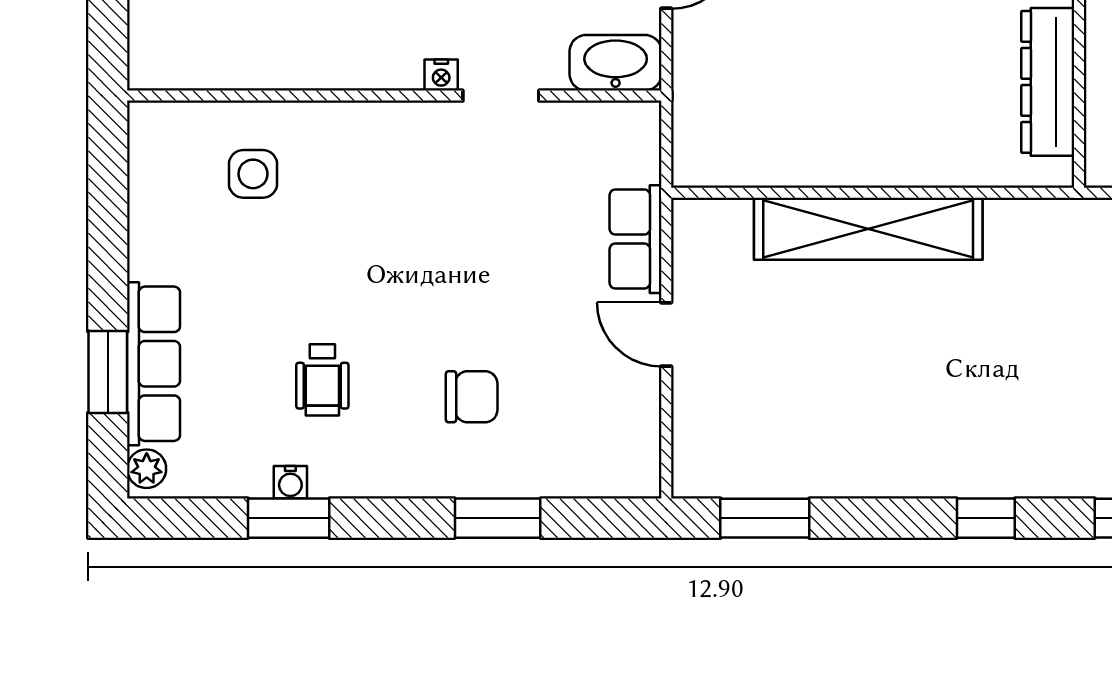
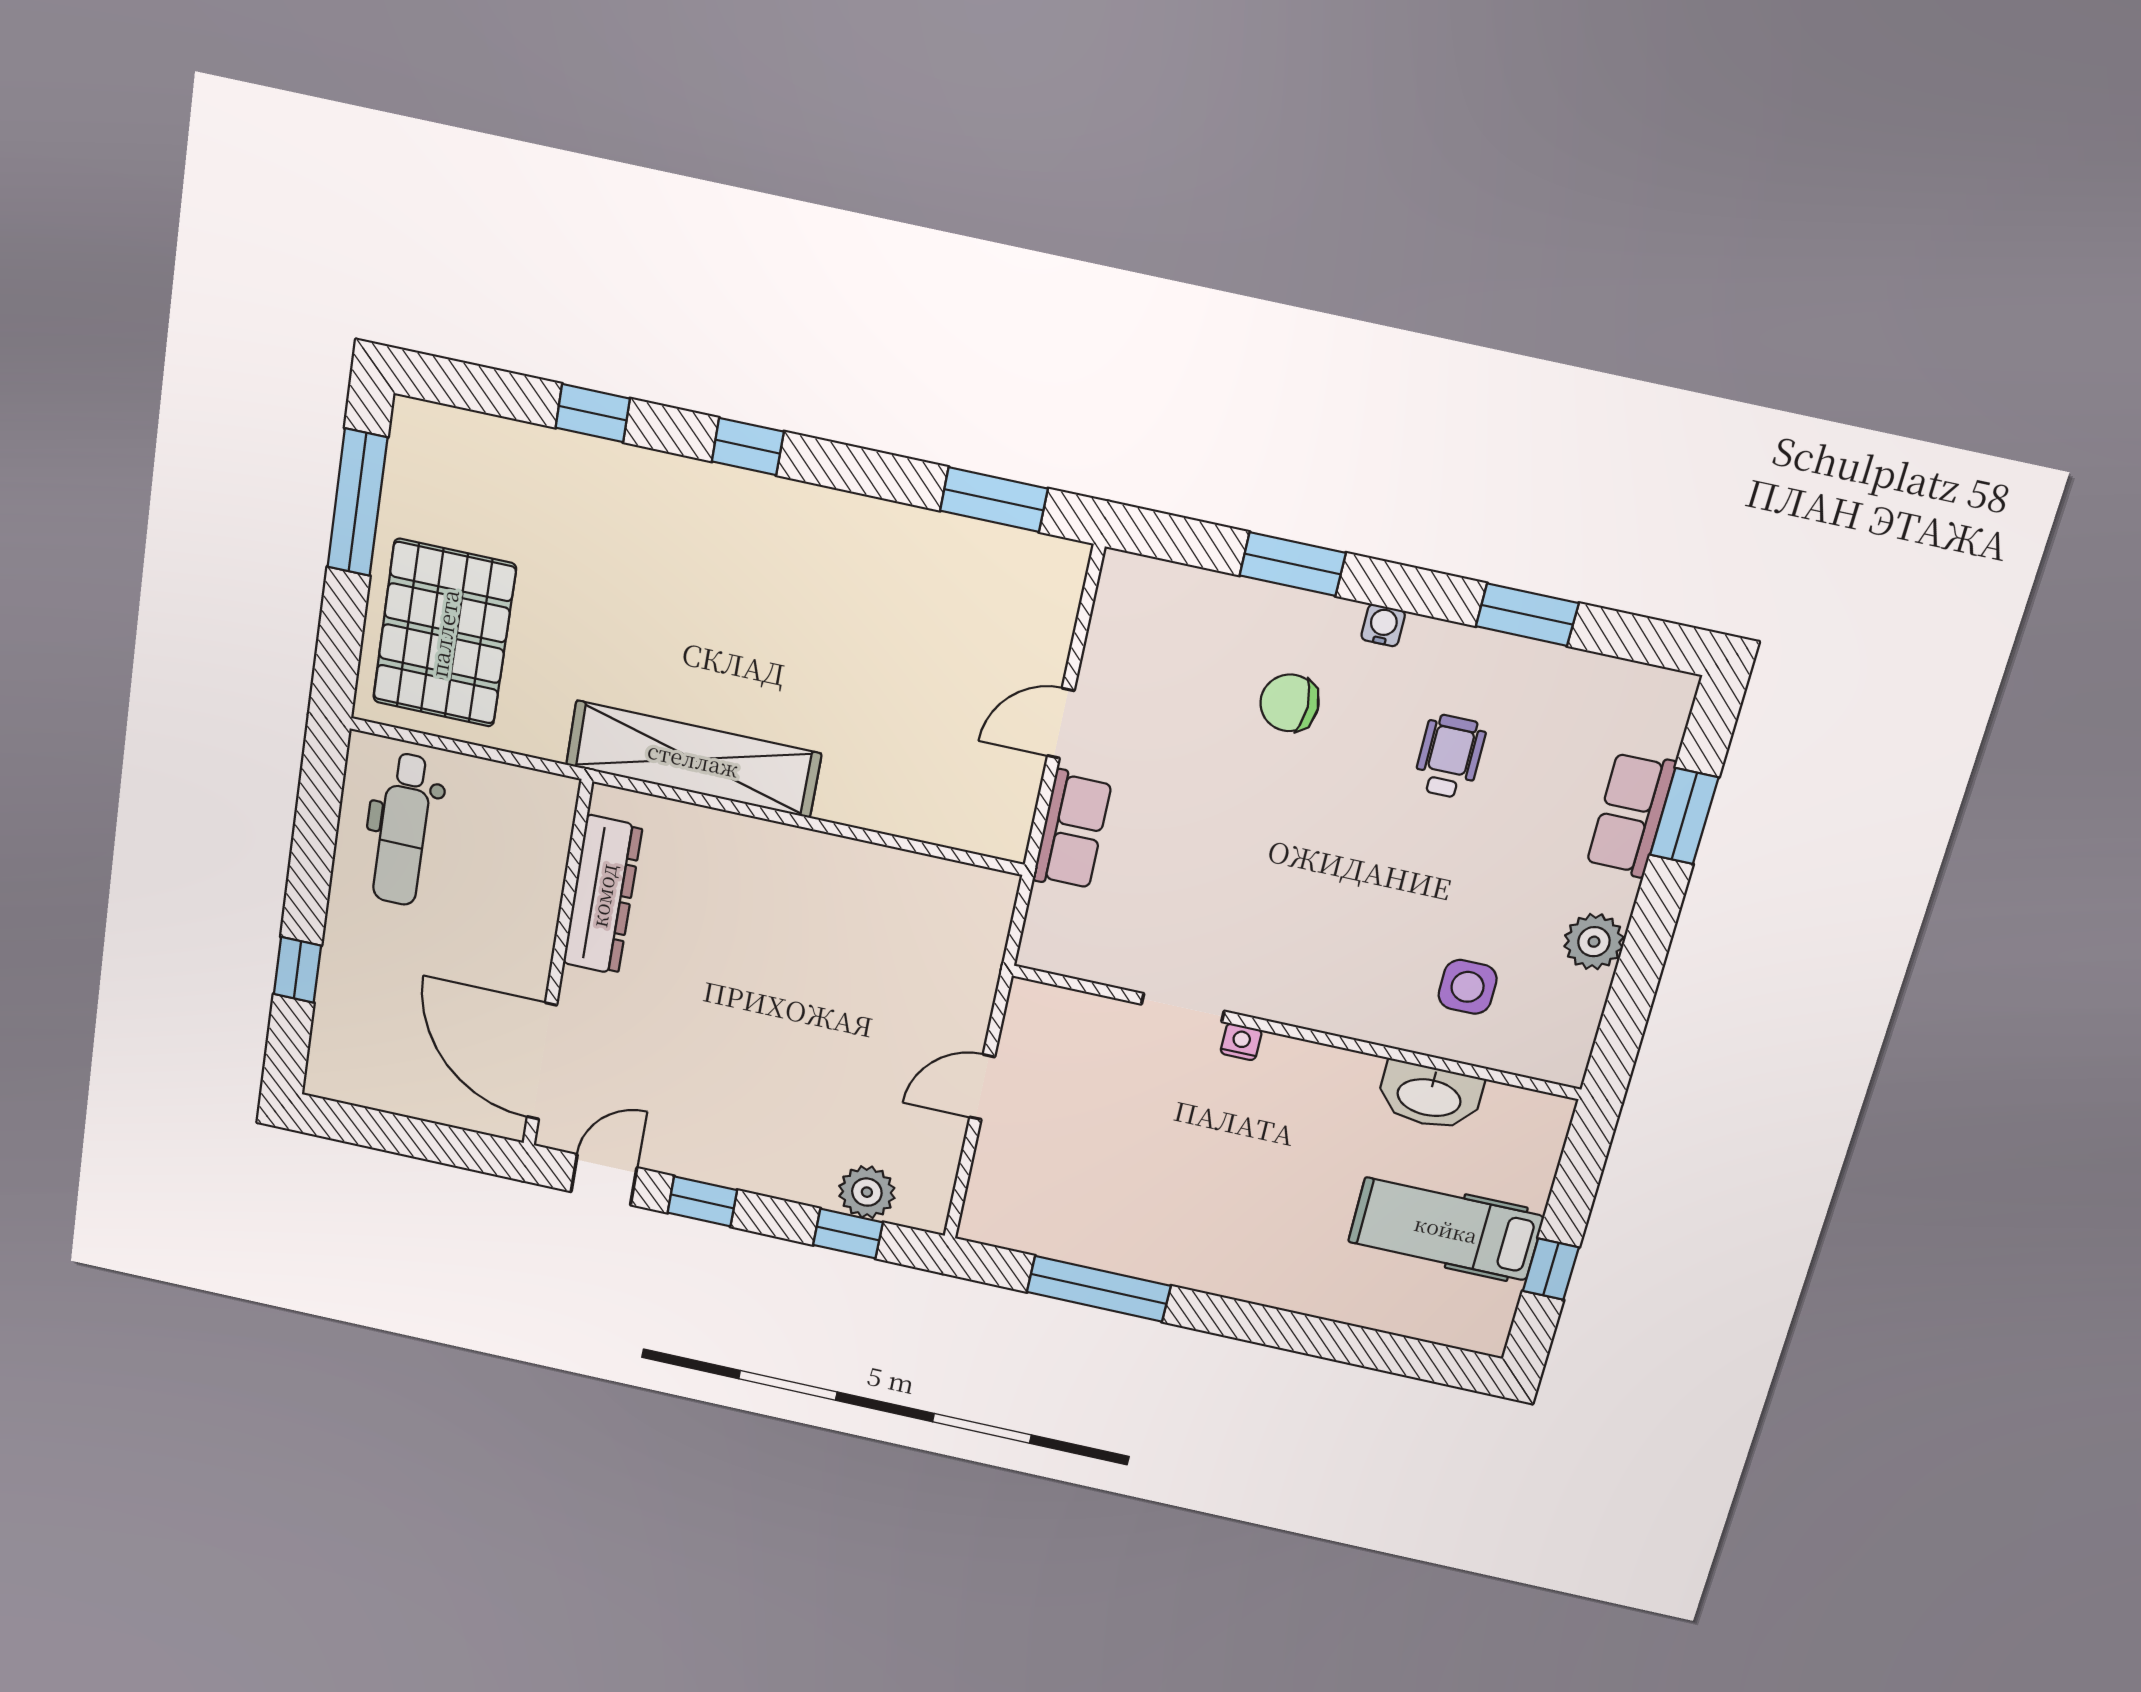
washbasin: (616, 63) -> (1429, 1096), moved
shelving: (868, 229) -> (693, 759), moved
door: (666, 334) -> (1061, 723), swing flipped
row of seats: (154, 364) -> (1631, 814), width x0.68
plant: (147, 469) -> (1594, 942), moved, width x1.38, depth x1.38
water cooler: (290, 482) -> (1383, 625), moved

